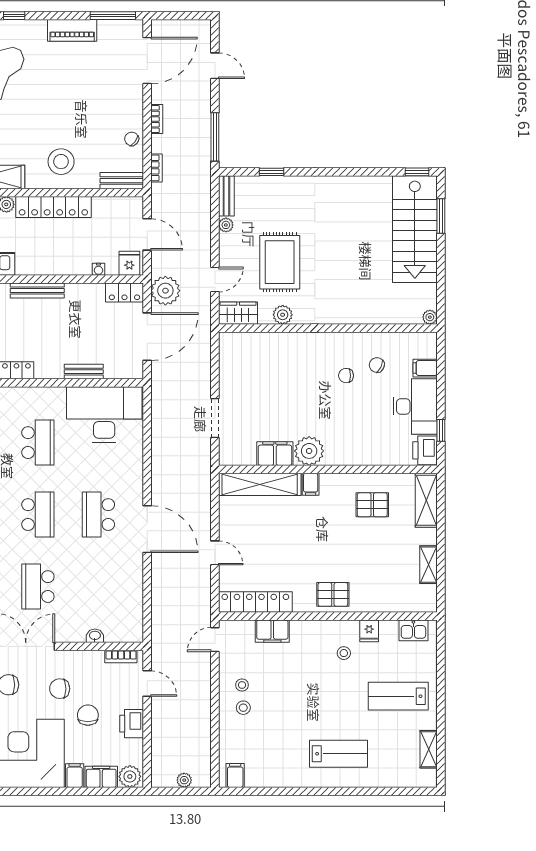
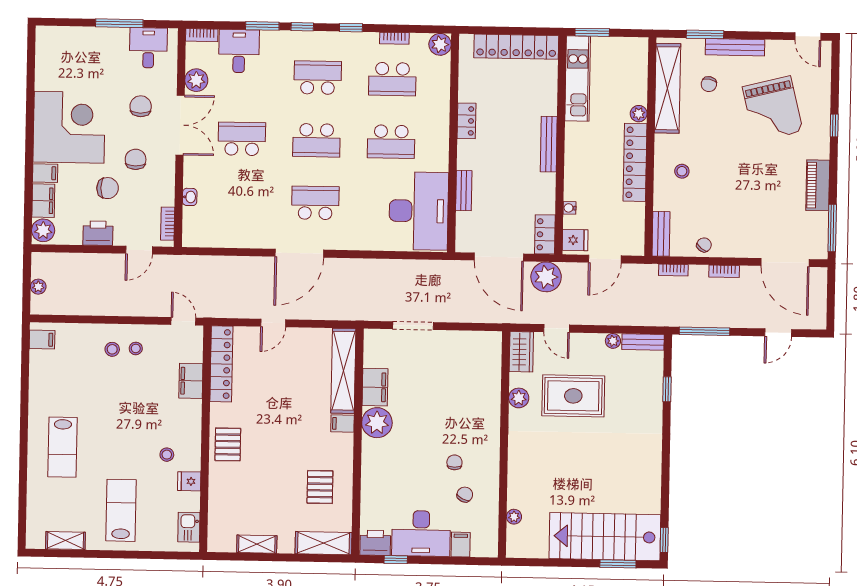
stool: (61, 162) -> (682, 171), width x0.53, depth x0.53
plant: (430, 317) -> (514, 517), moved

